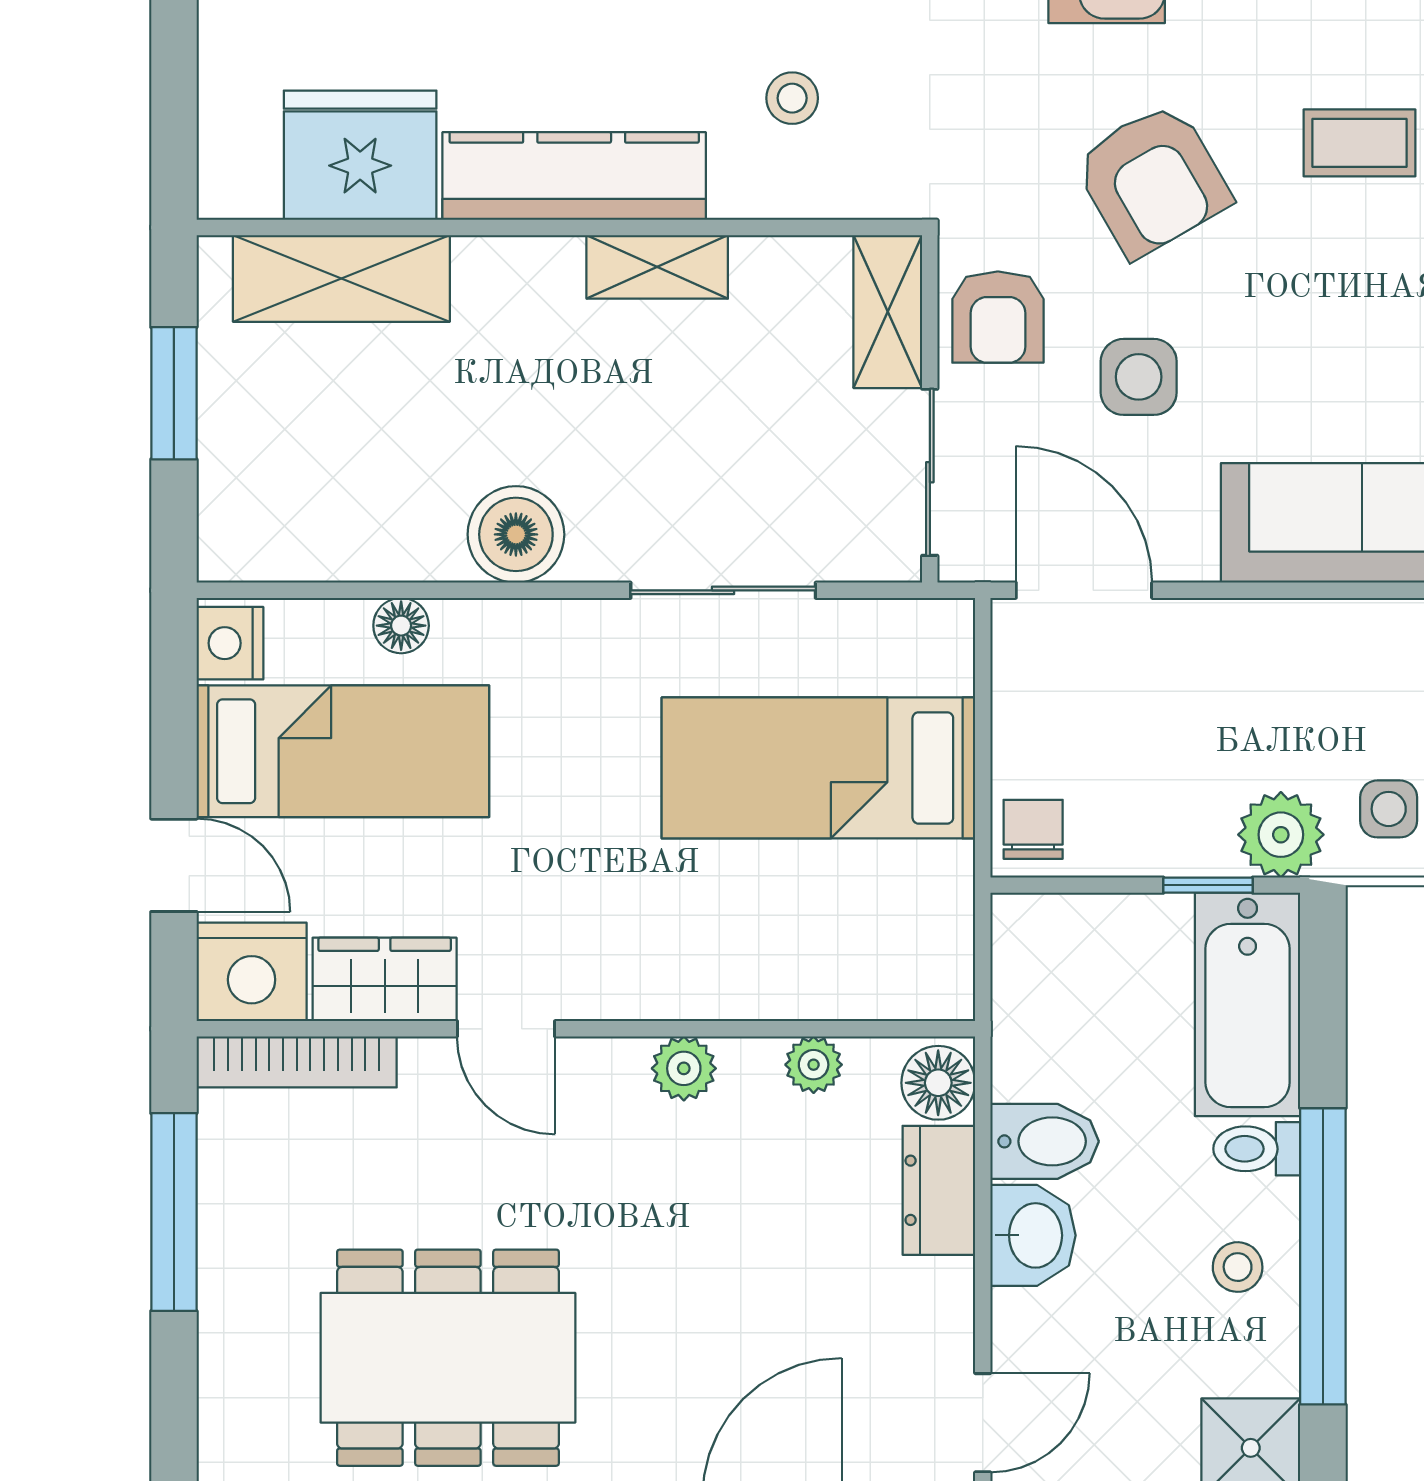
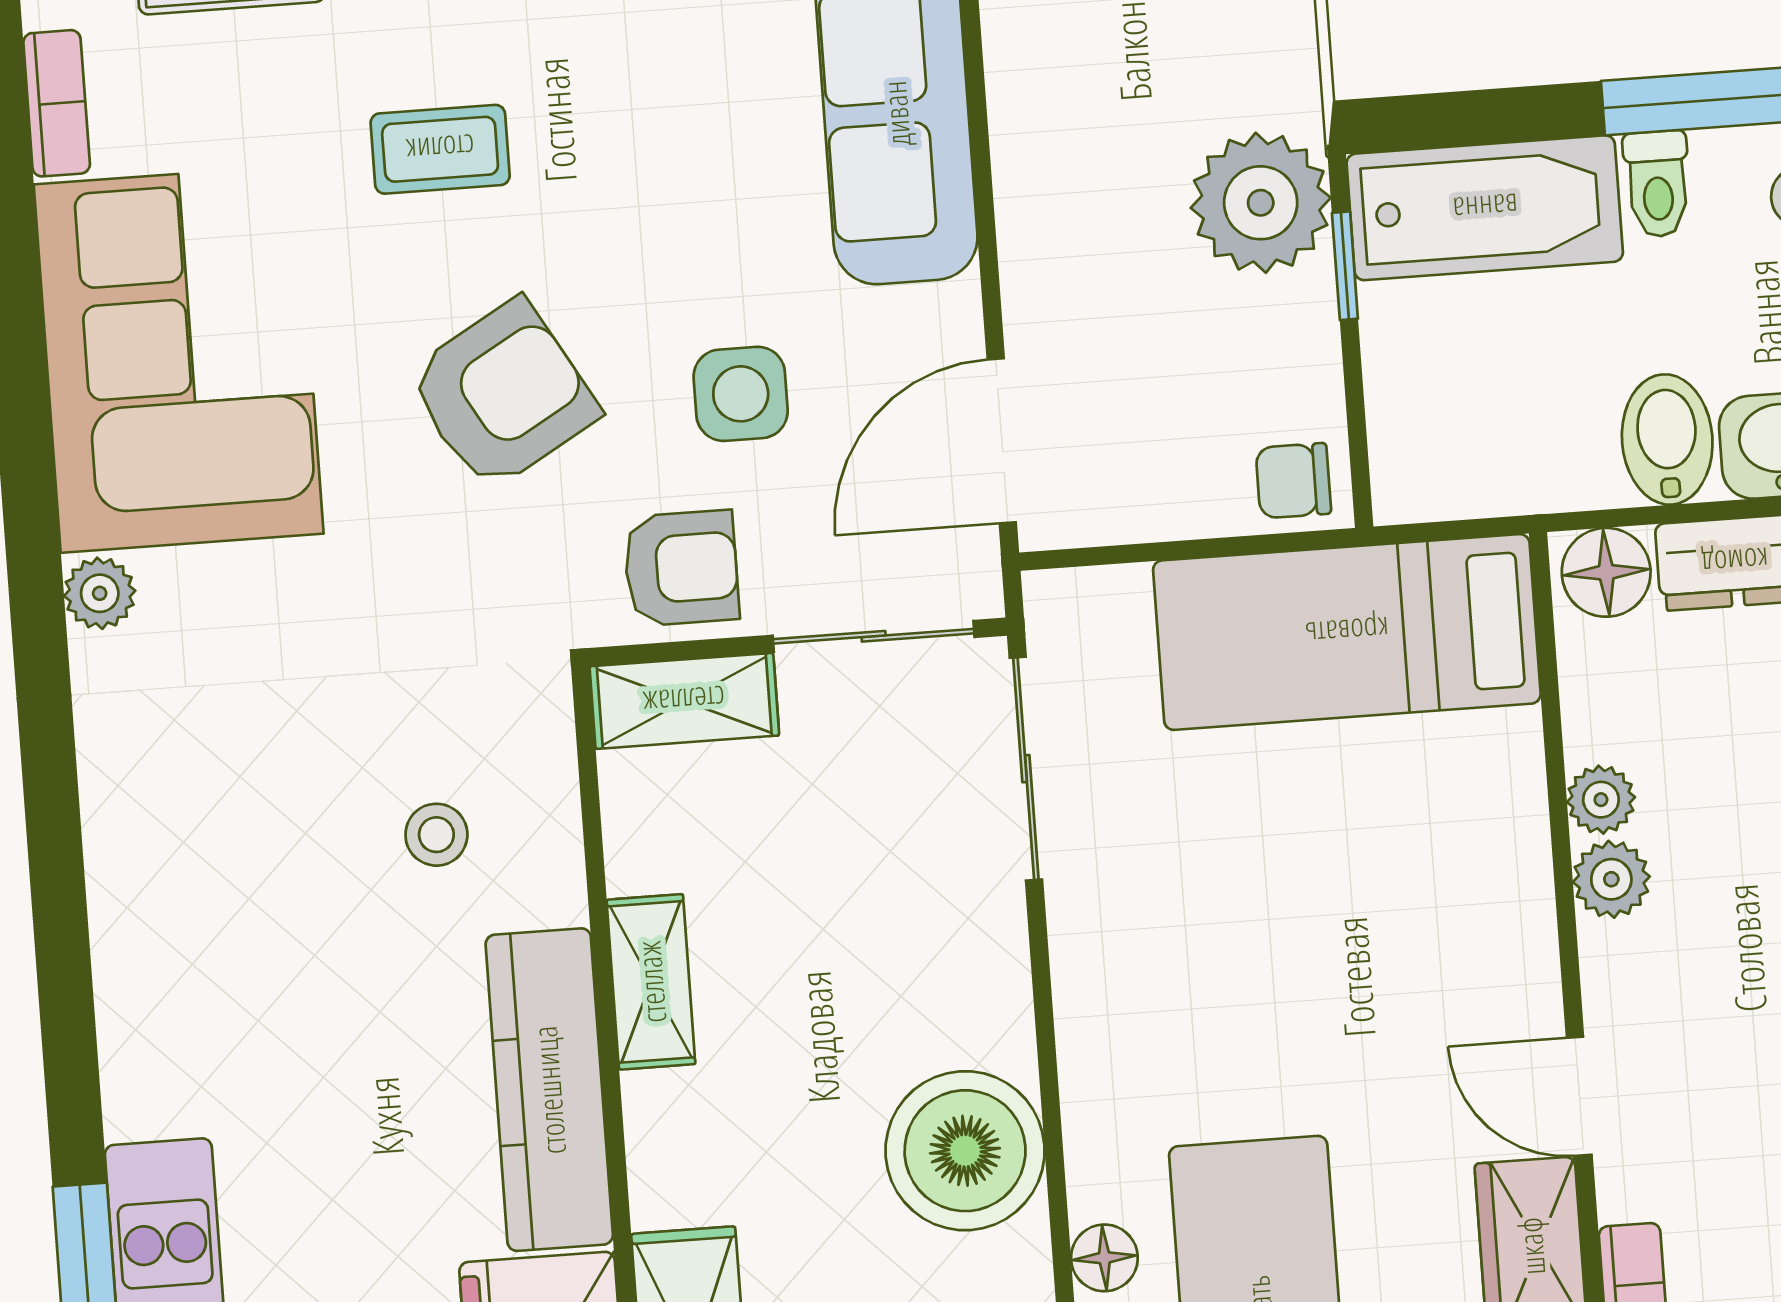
coffee table: (1360, 143) -> (440, 149), turned 90
boiler: (516, 534) -> (965, 1151), width x1.37, depth x1.37
sliding door: (723, 590) -> (1026, 769), moved
bed: (818, 768) -> (1347, 632), moved, turned 90
side table: (1389, 809) -> (1238, 55), removed
plant: (1281, 835) -> (1261, 203), width x1.36, depth x1.36
door: (506, 1029) -> (1579, 1096), swing flipped
plant: (814, 1065) -> (1601, 800), moved

